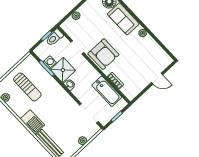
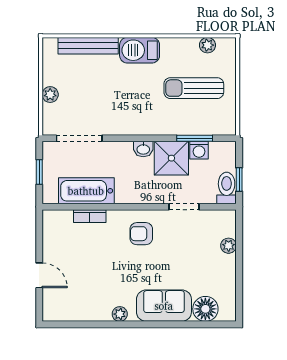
armchair: (103, 54) -> (141, 234), width x0.53, depth x0.53
door: (157, 79) -> (39, 275), swing flipped

